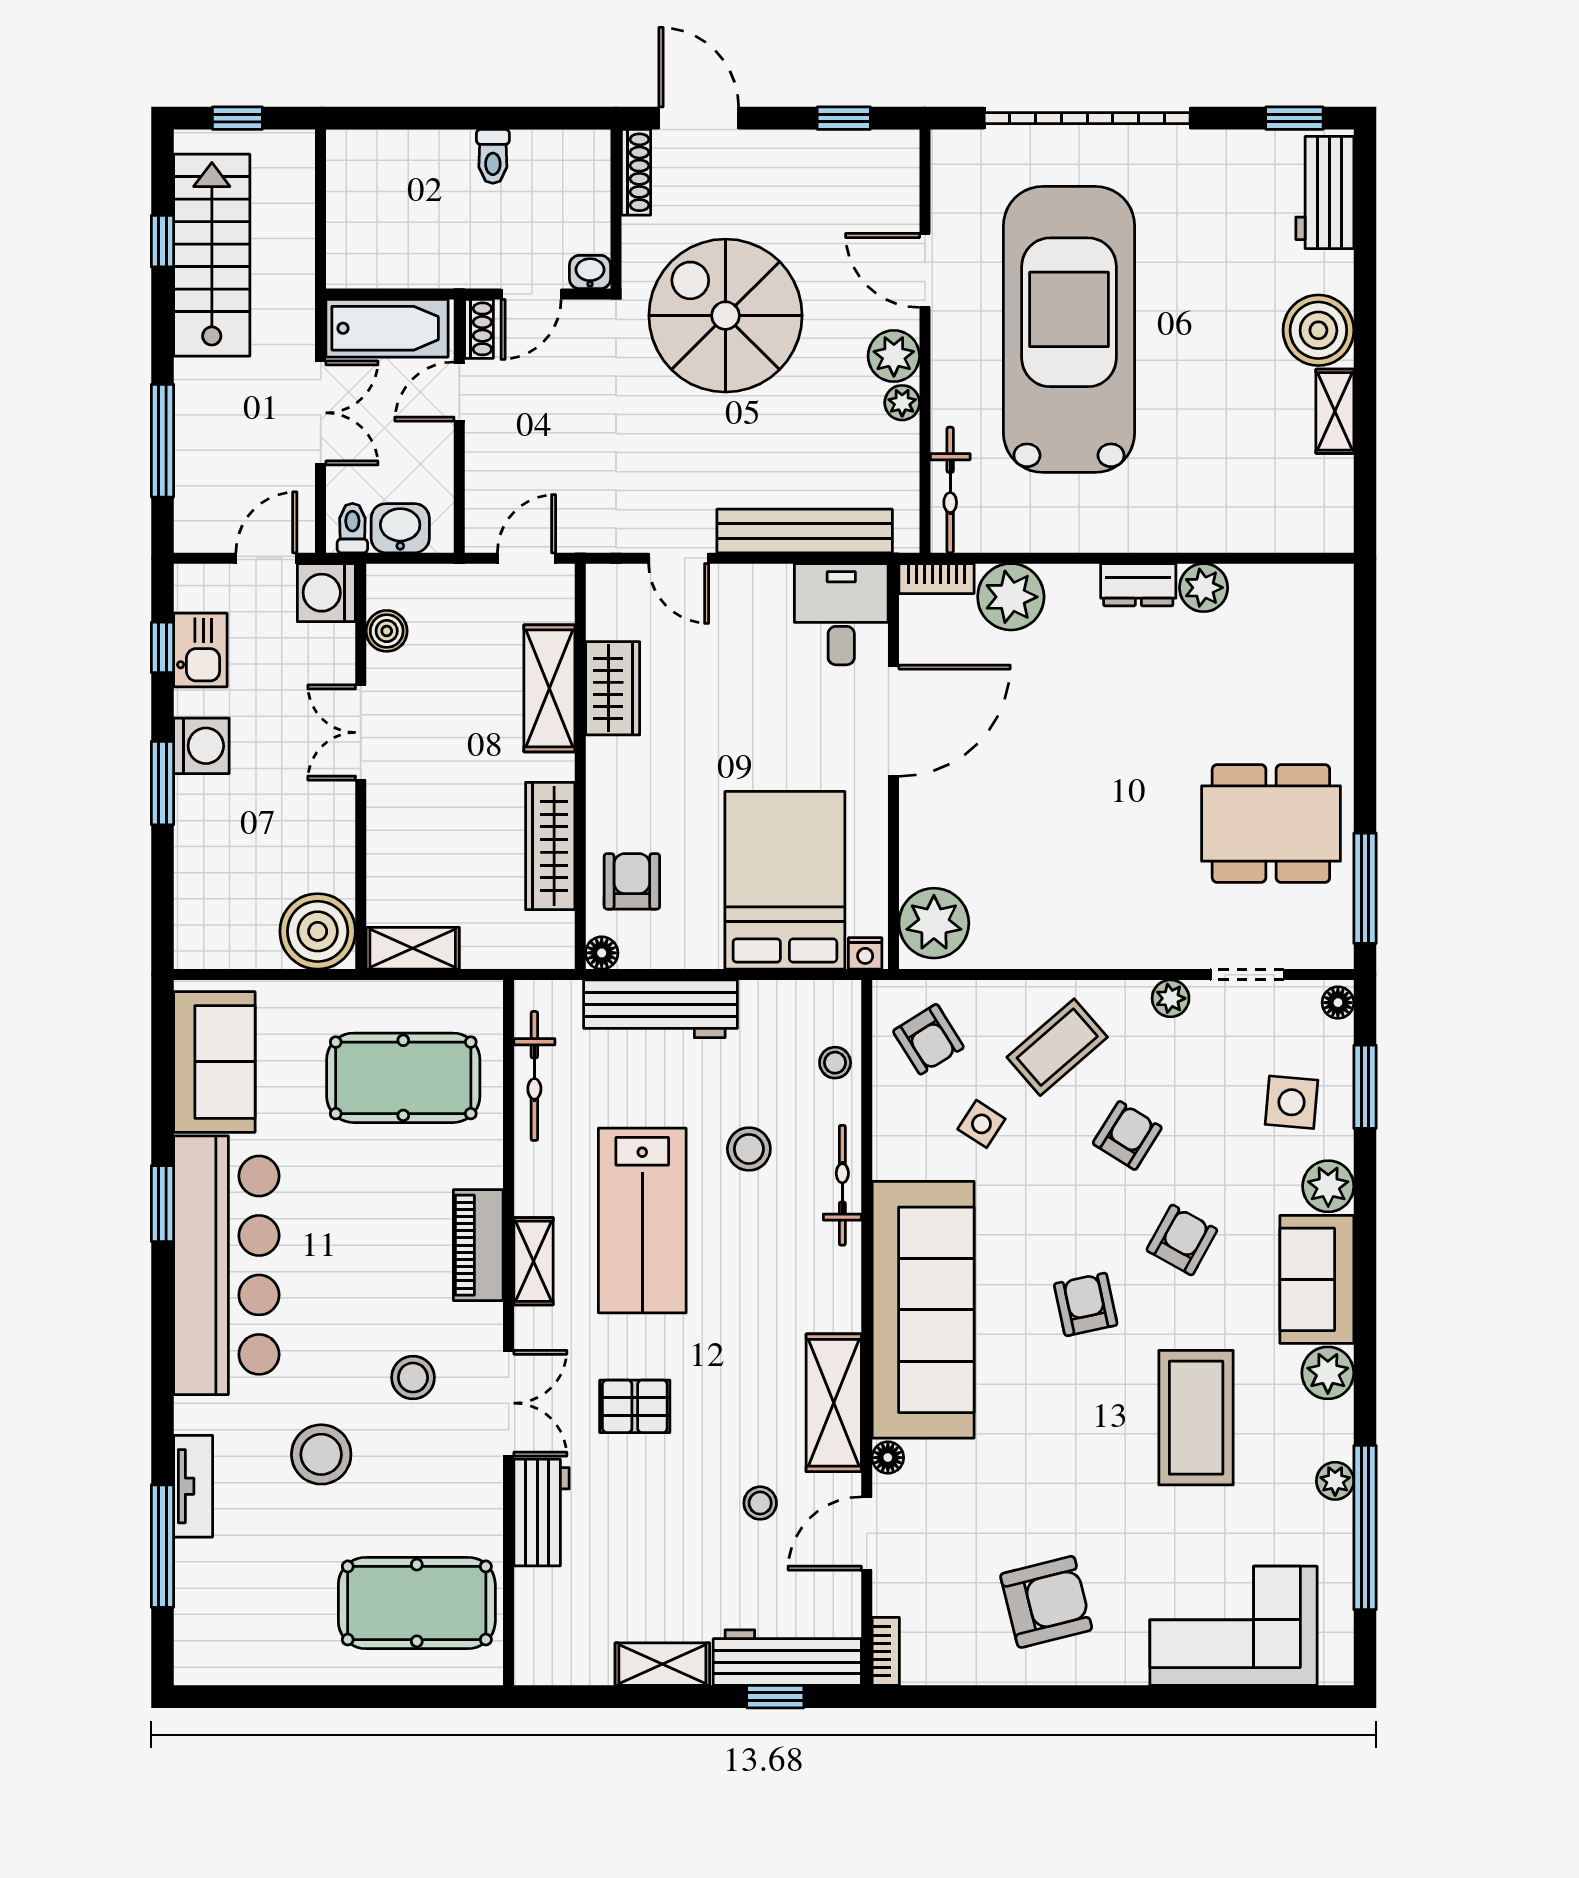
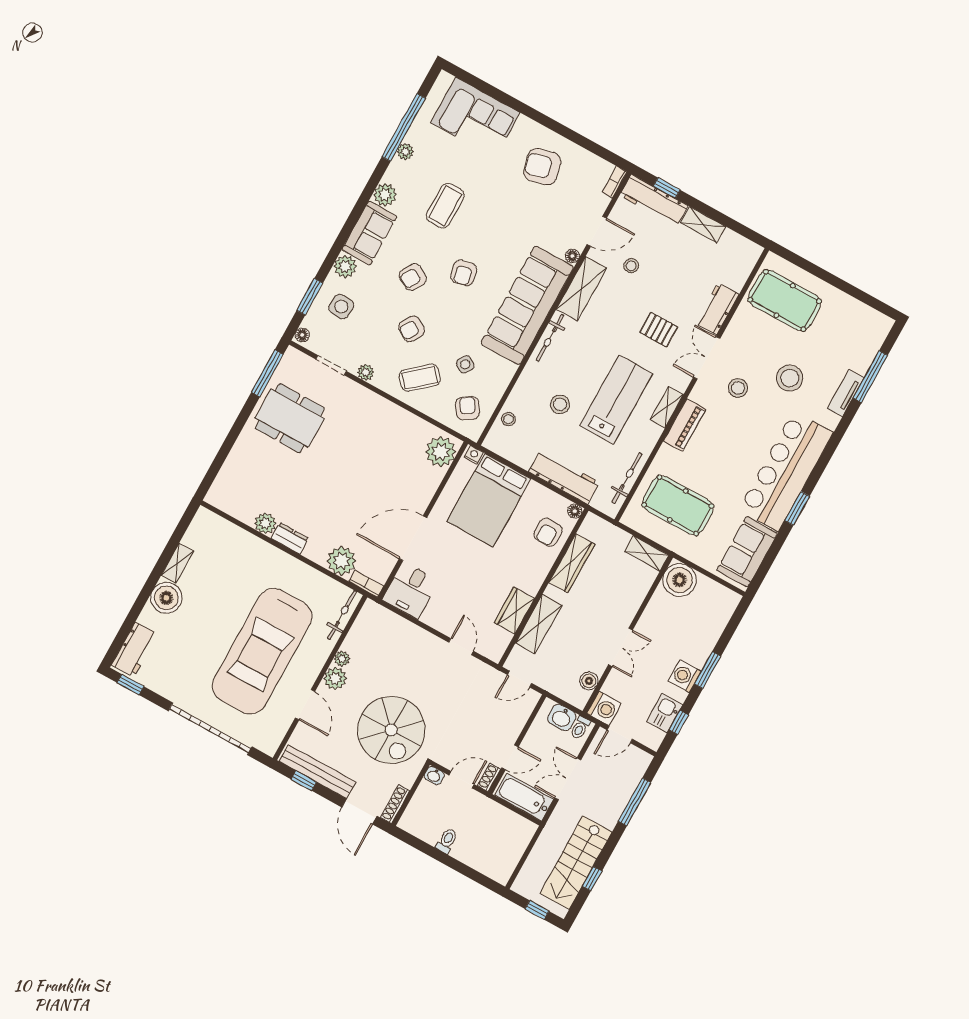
bench: (805, 531) -> (317, 772), moved
bicycle: (842, 1185) -> (550, 338), moved
coffee table: (1196, 1418) -> (445, 206), width x0.73, depth x0.76

